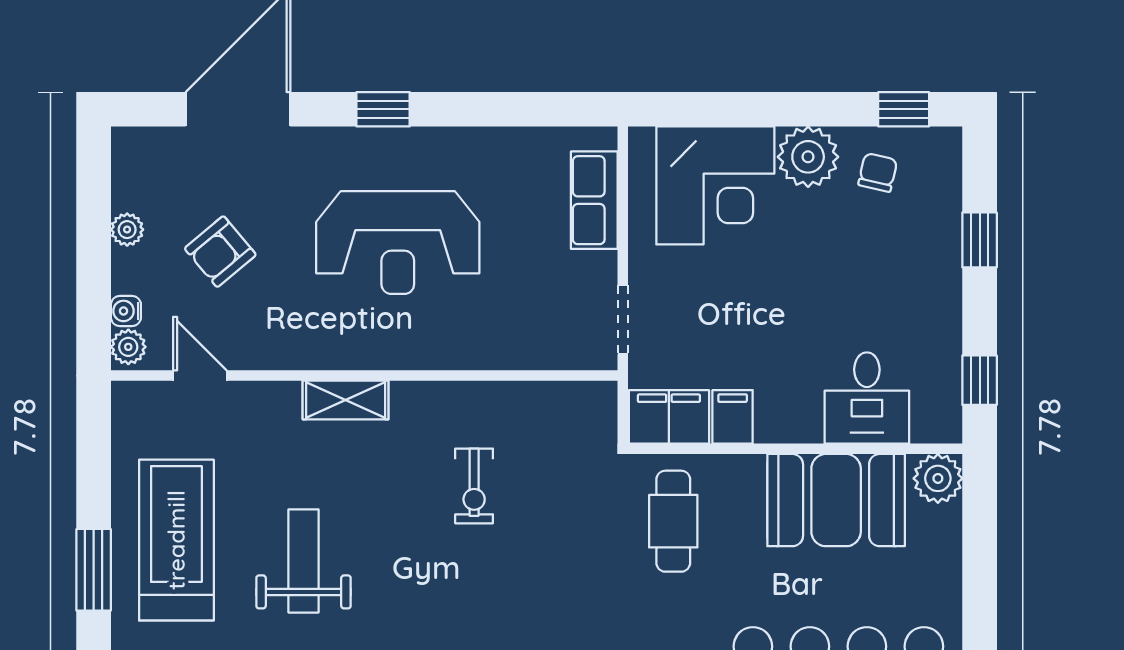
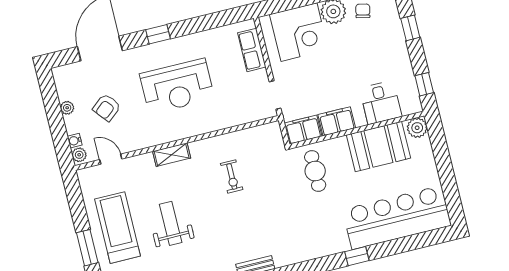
filing cabinet: (733, 417) -> (337, 121), width x2.00

